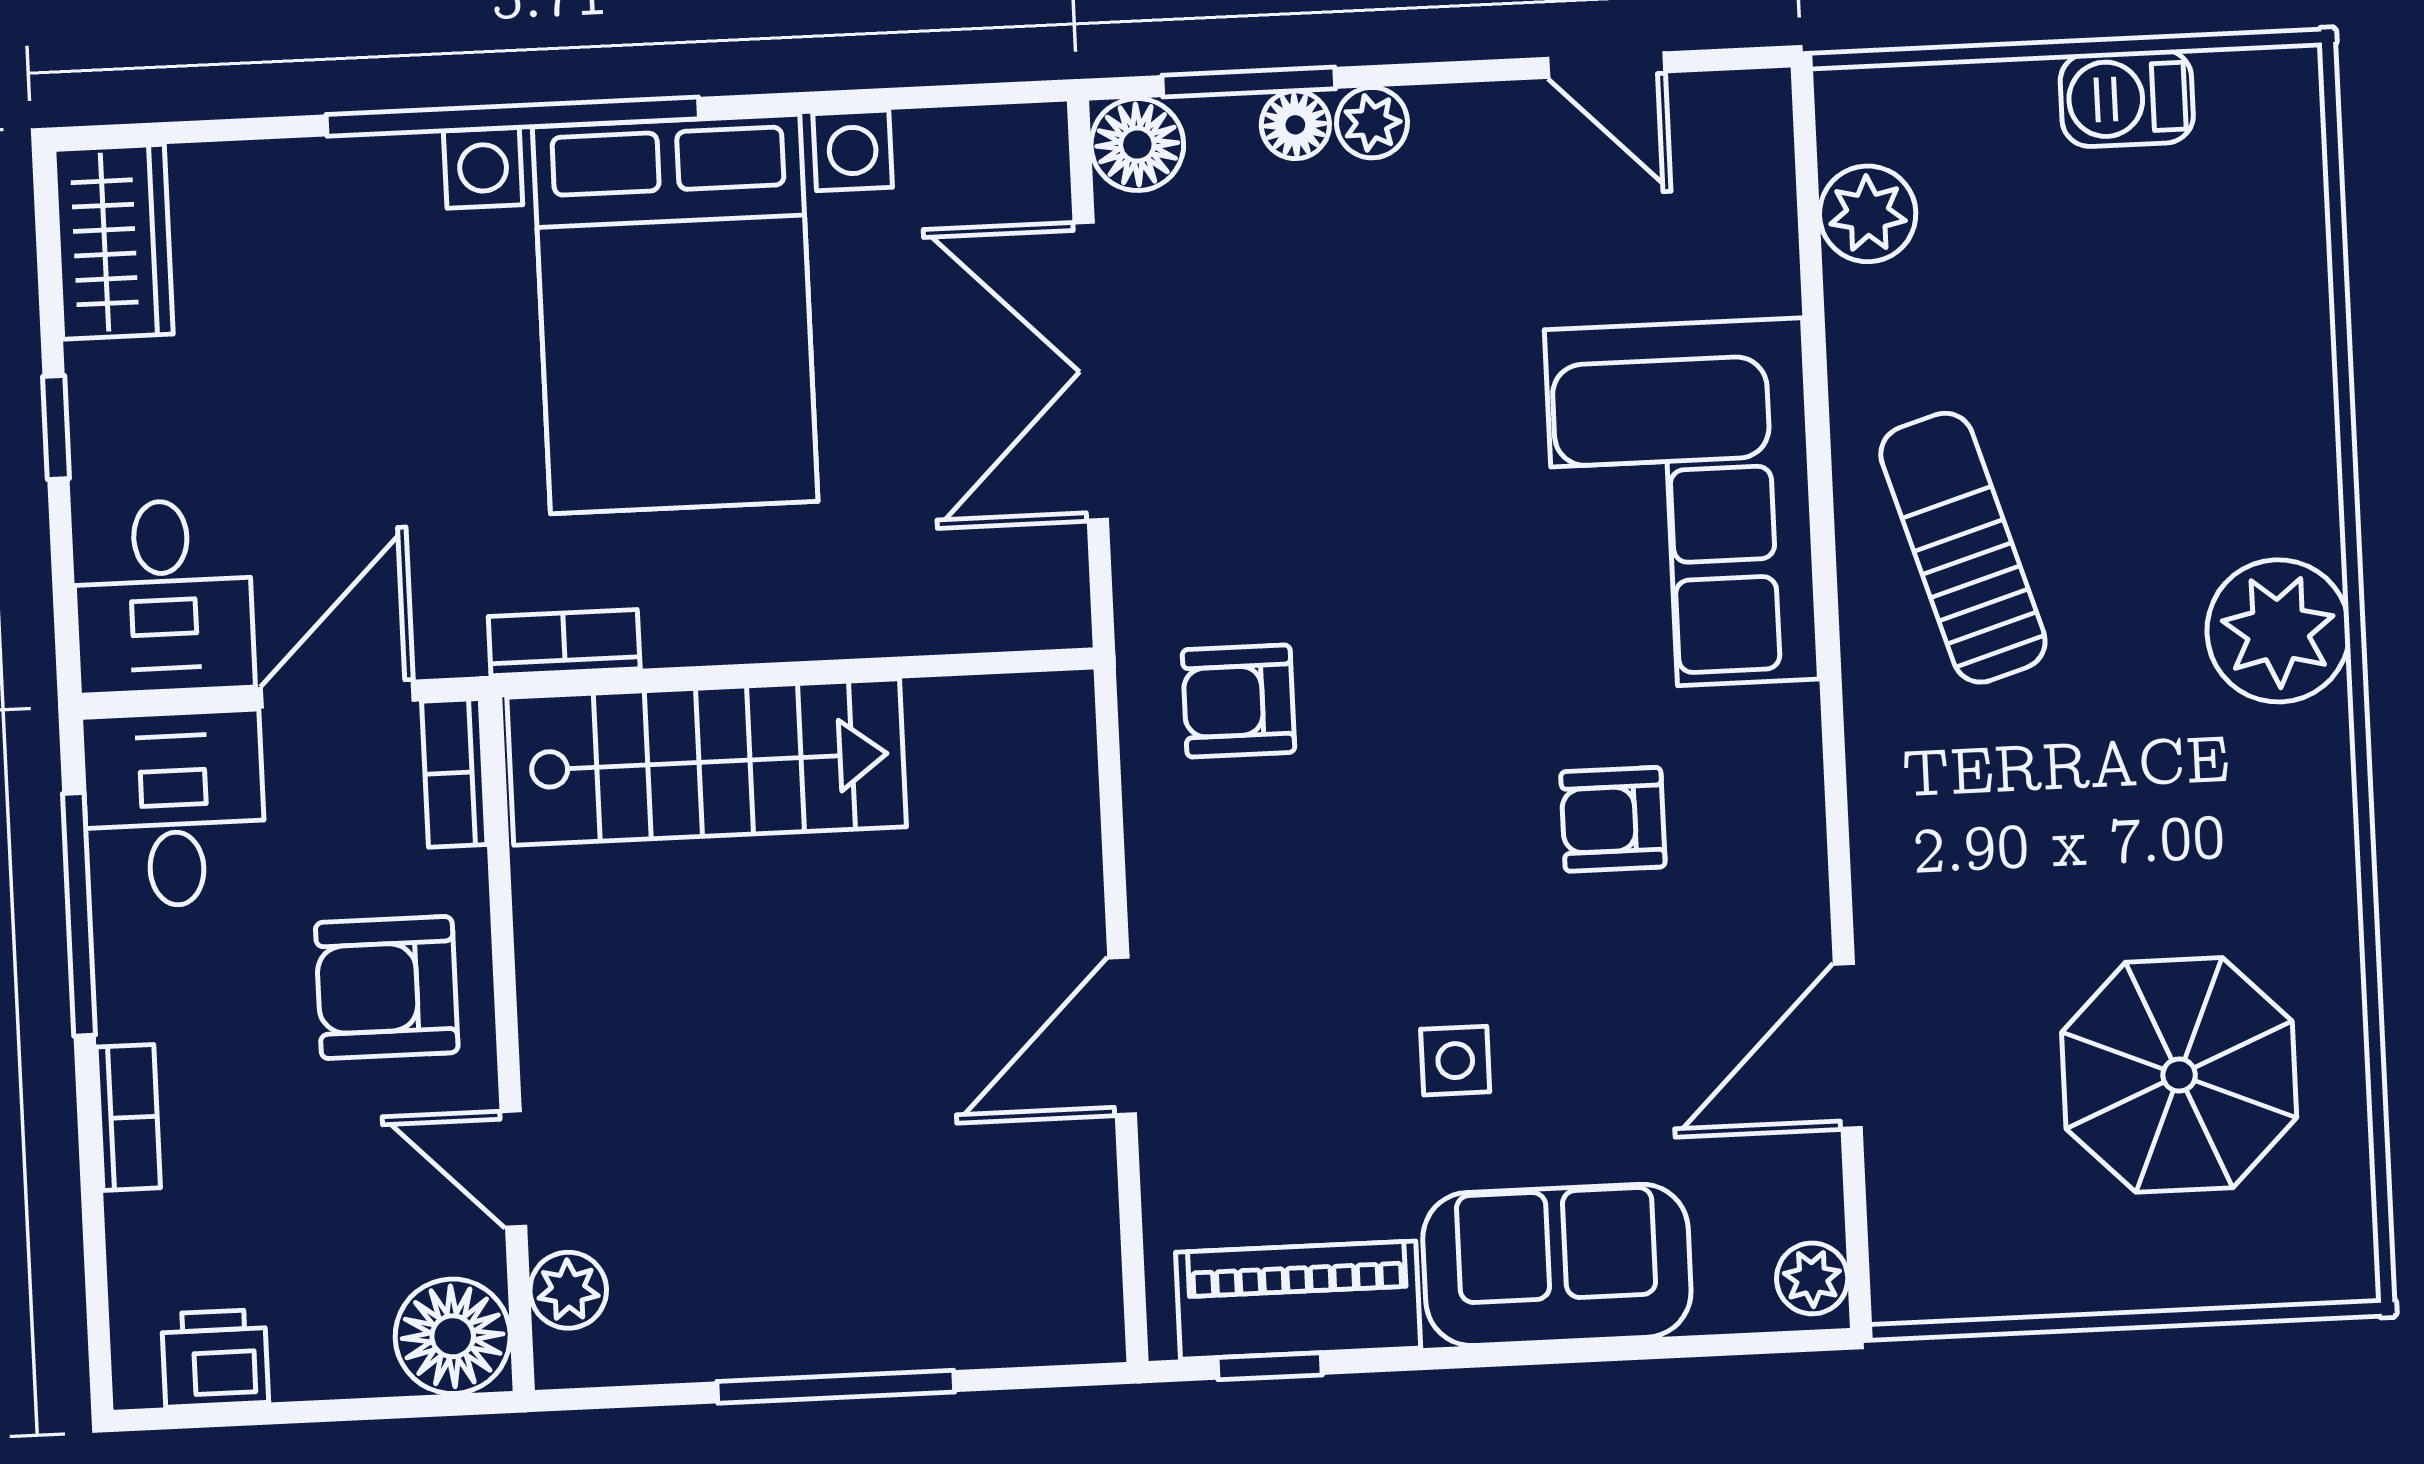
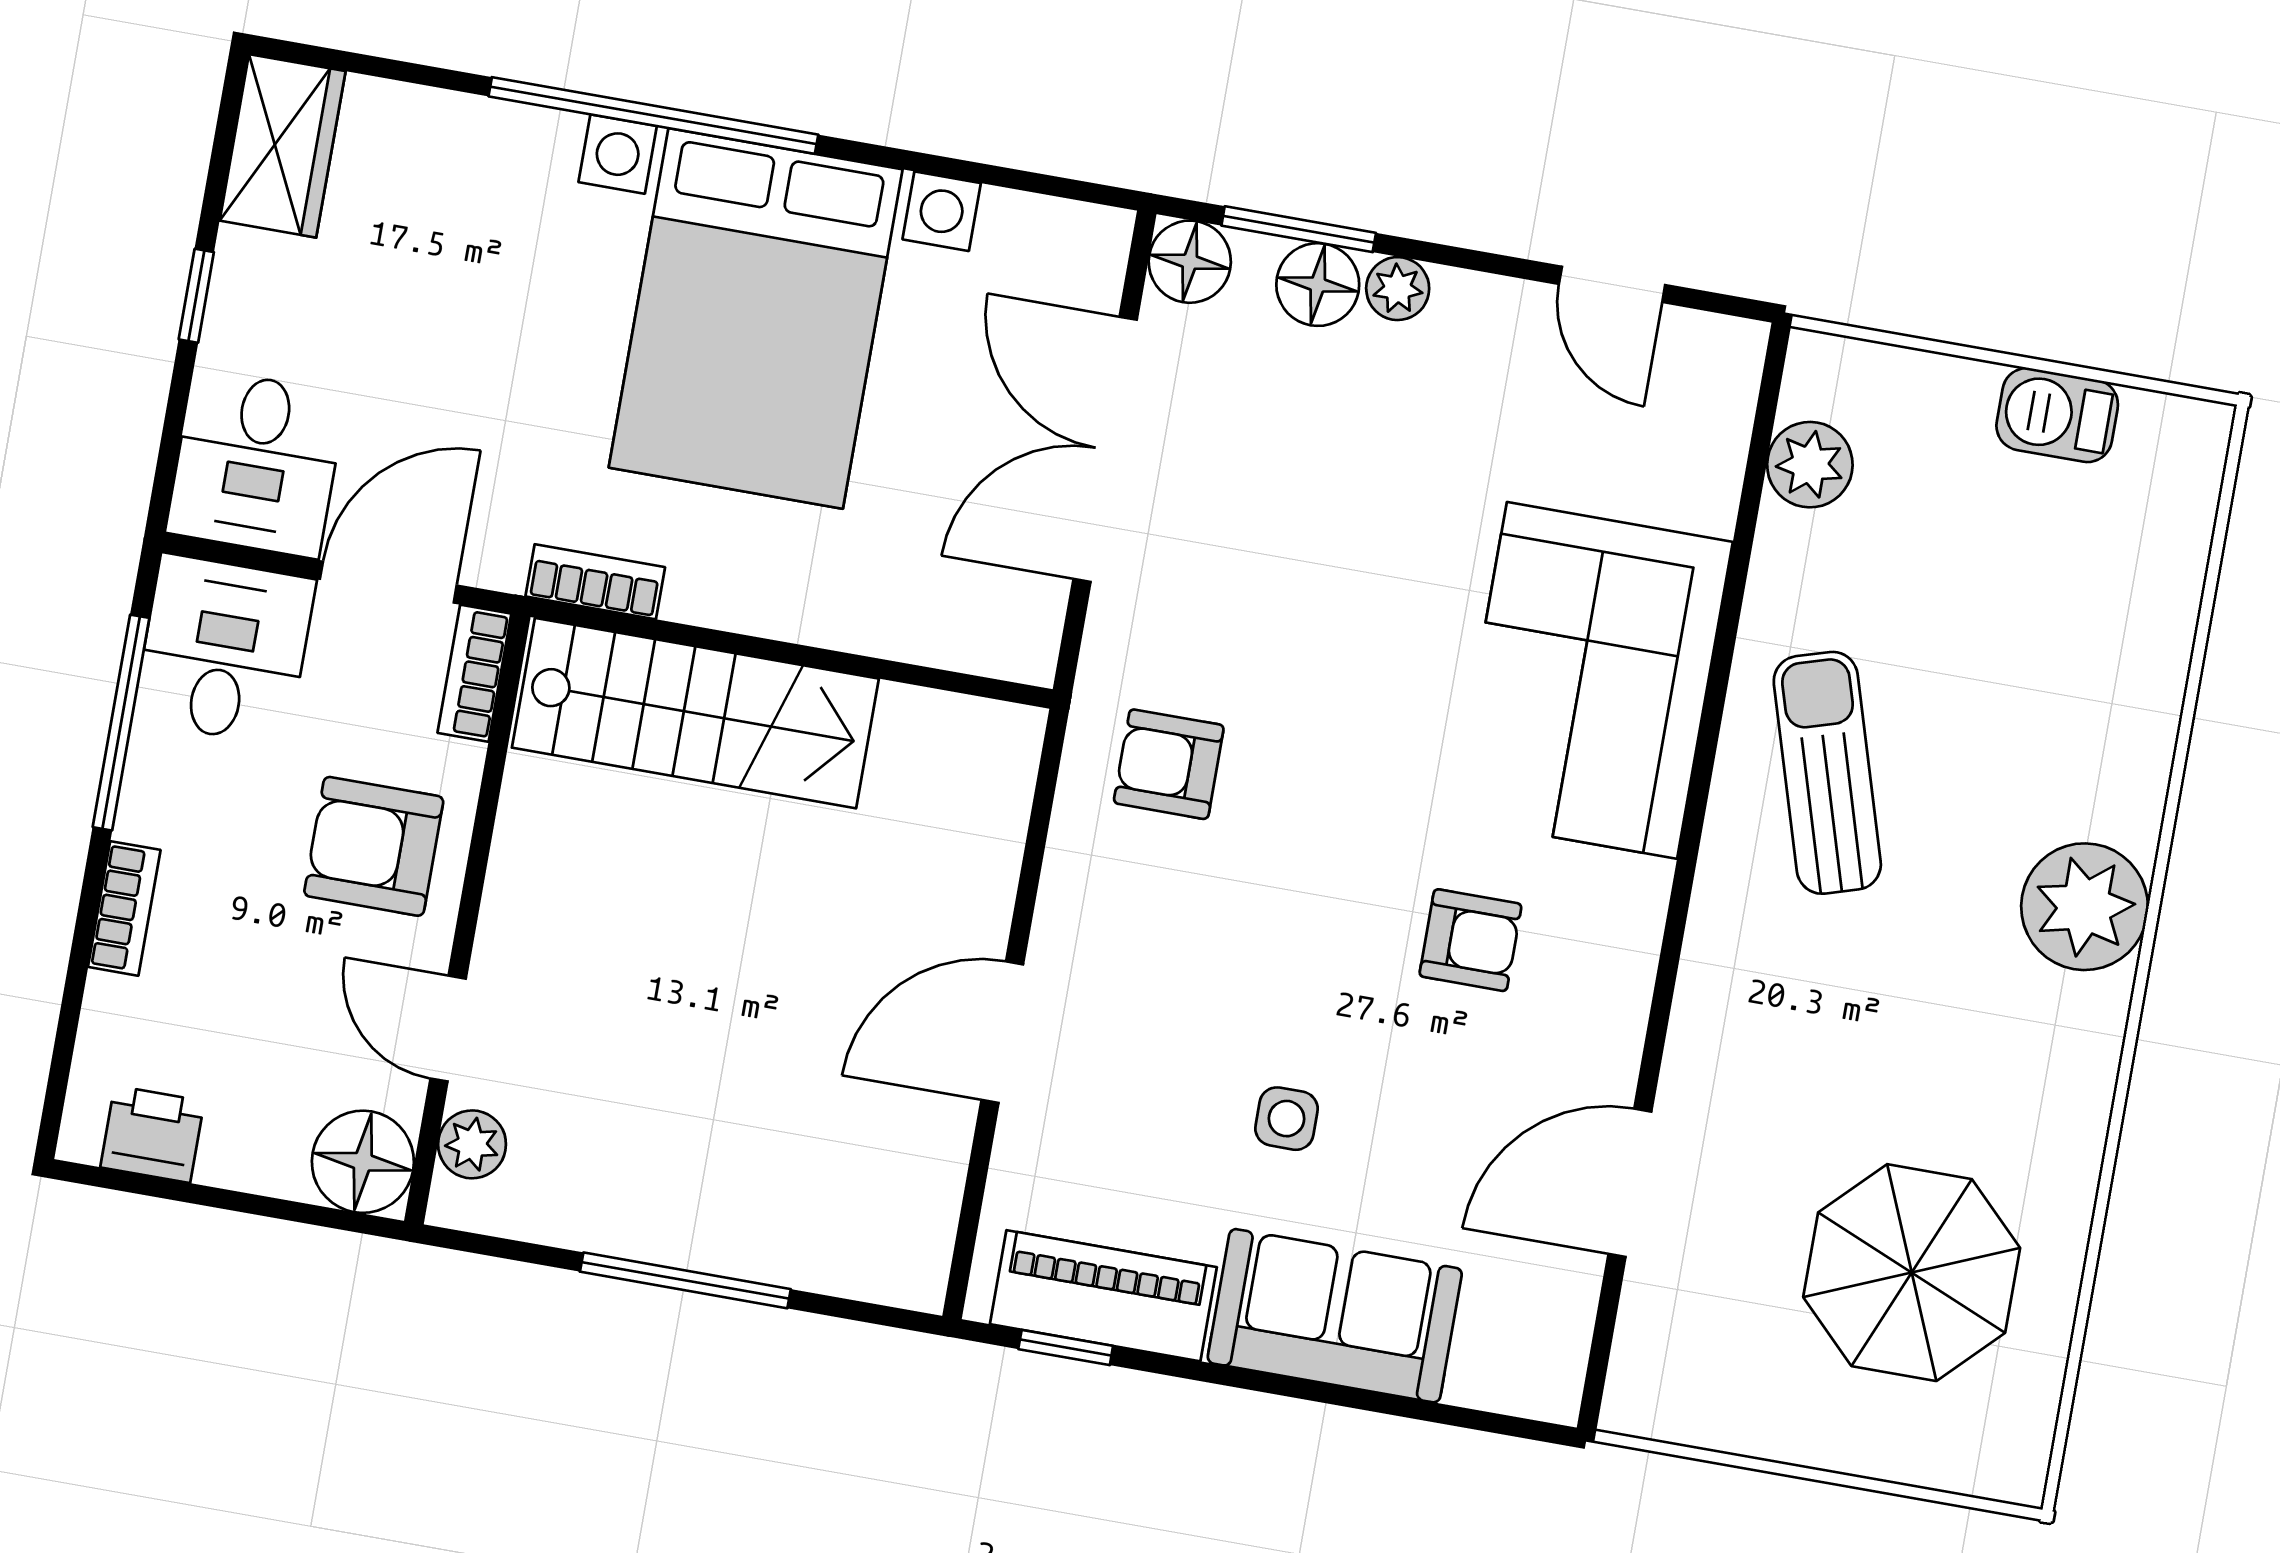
floor lamp: (1295, 125) -> (1318, 285), width x1.37, depth x1.37
armchair: (1613, 819) -> (1470, 940), turned 180
plant: (1812, 1278) -> (1554, 1377), removed

